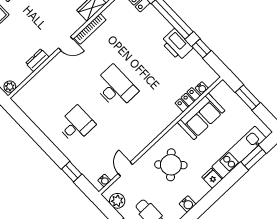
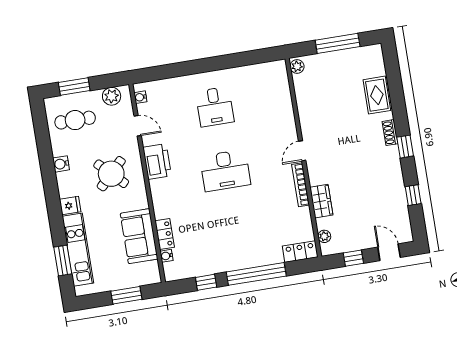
printer: (177, 45) -> (157, 162), moved, turned 90
dresser: (37, 60) -> (305, 111), removed
window: (72, 172) -> (171, 71), removed

